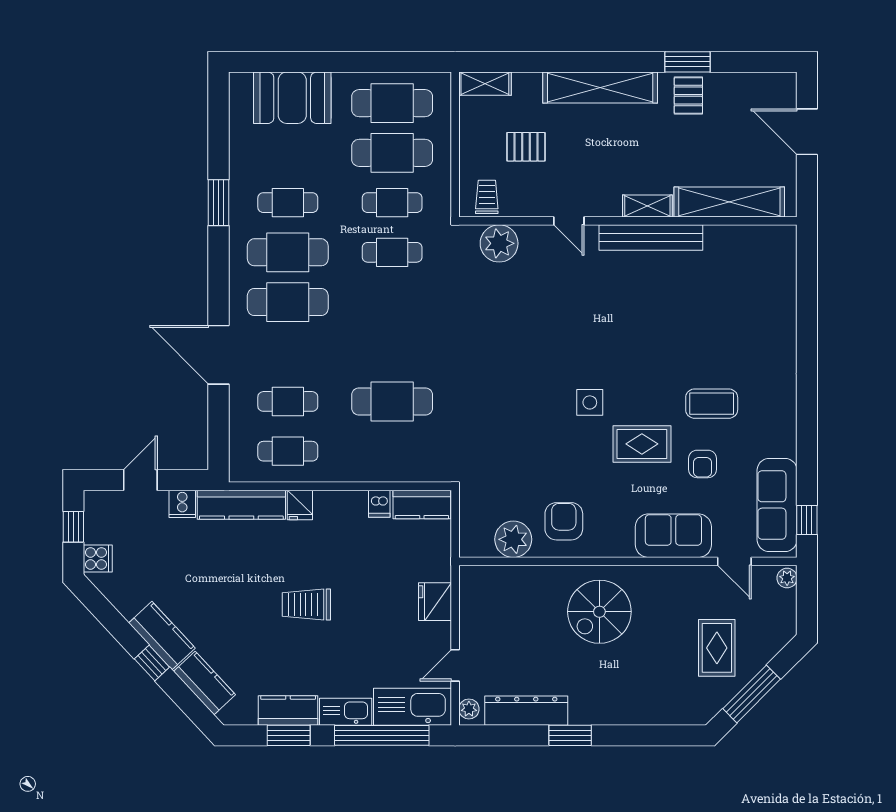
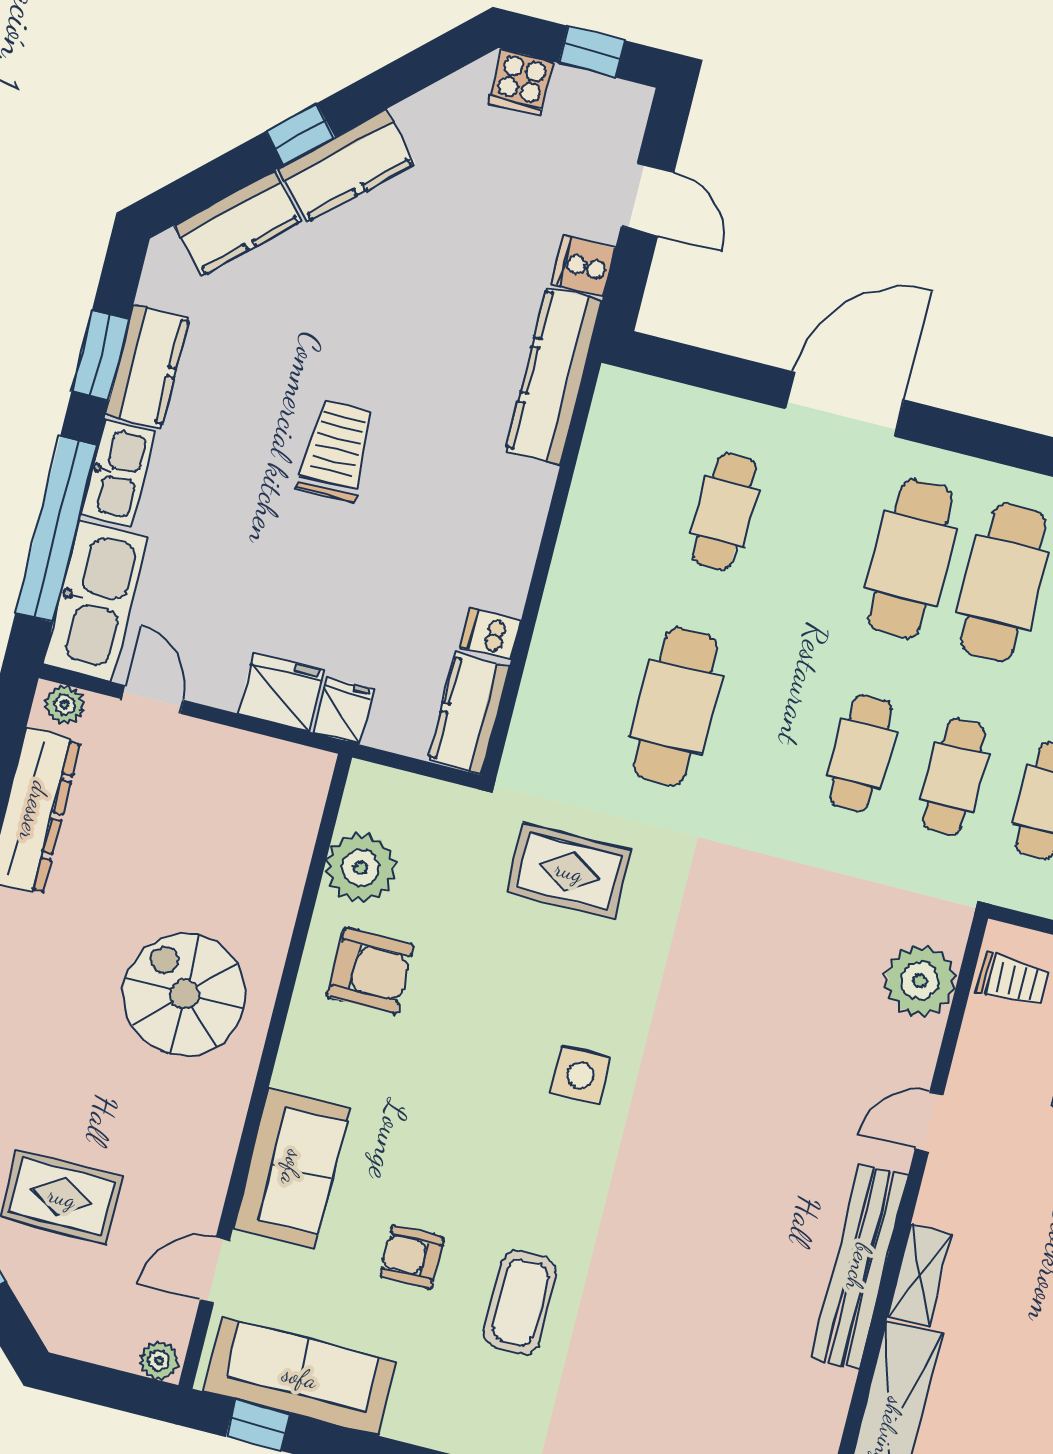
rug: (642, 444) -> (569, 871), moved, turned 90
cafe table: (288, 451) -> (861, 753), moved
fridge: (300, 505) -> (343, 711), moved, turned 90

